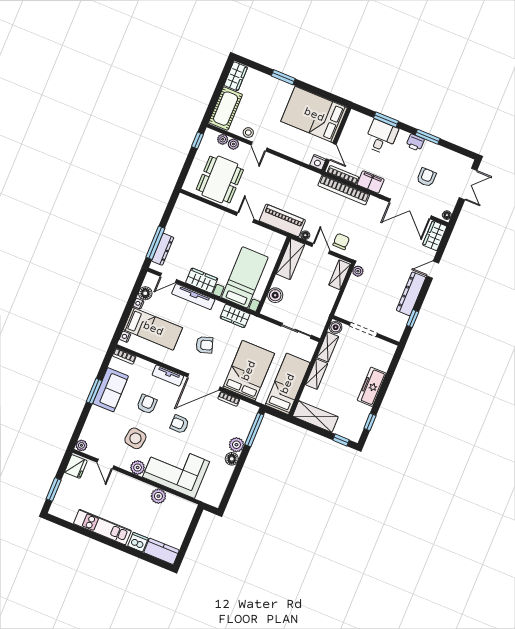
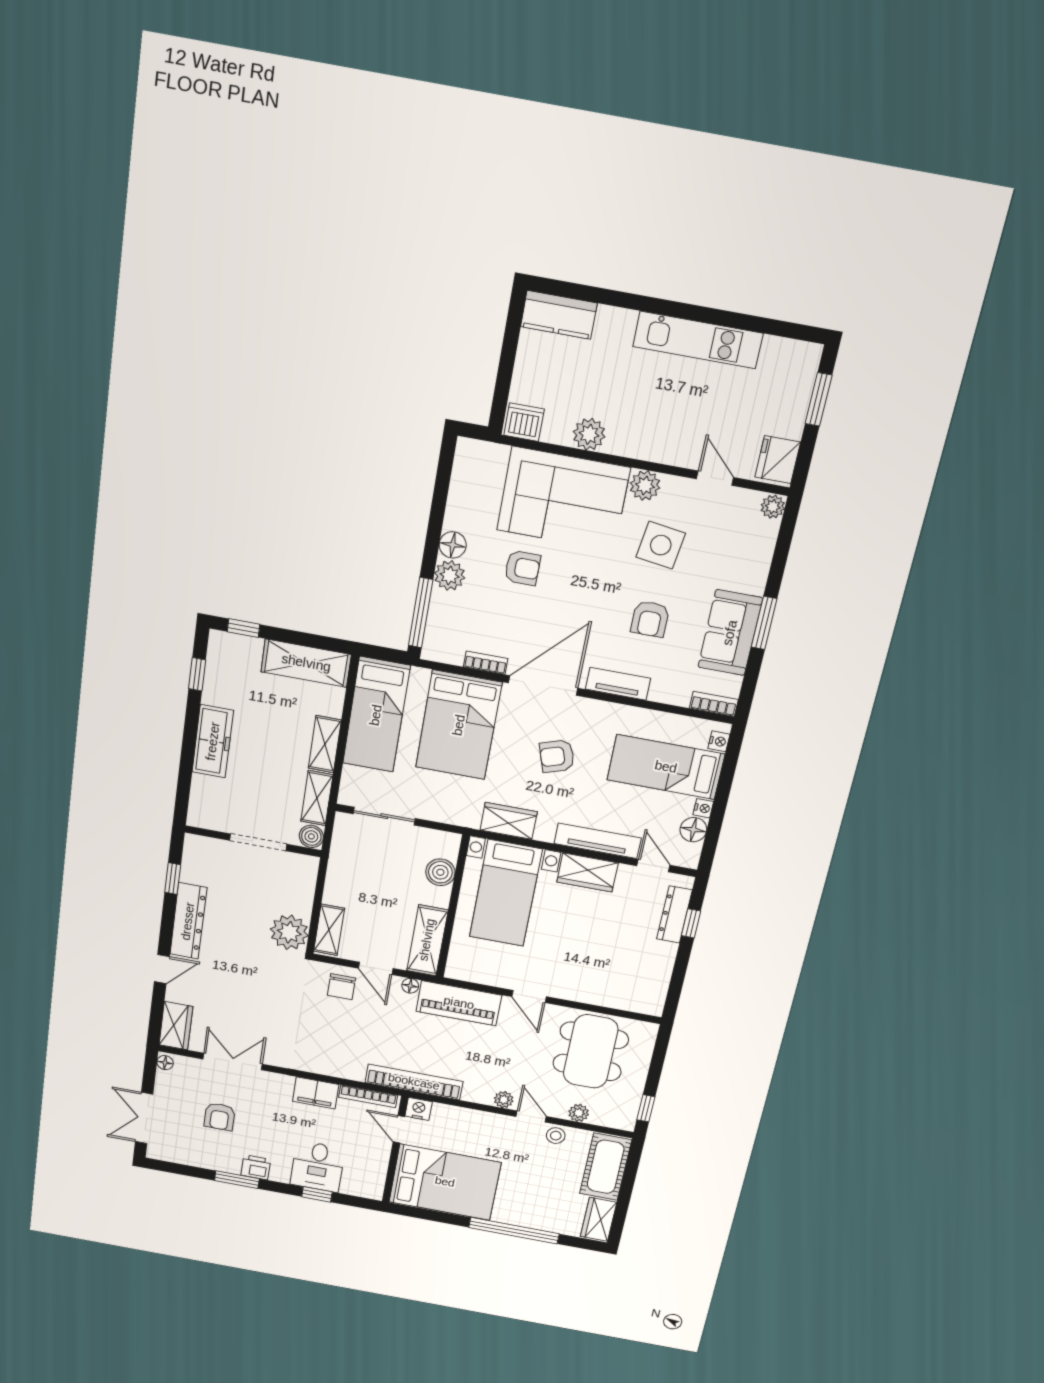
window: (283, 77) -> (514, 1231), width x2.11
window: (386, 120) -> (317, 1194), width x0.67
plant: (223, 139) -> (504, 1100), moved
bookcase: (344, 190) -> (414, 1082), moved
double door: (410, 209) -> (233, 1062), width x0.73
window: (155, 243) -> (691, 923), width x0.46
plant: (358, 271) -> (289, 932), width x1.87, depth x1.87
door: (168, 278) -> (653, 866), hinge flipped
armchair: (180, 424) -> (522, 568), moved
dishwasher: (138, 542) -> (524, 422), moved, turned 180

